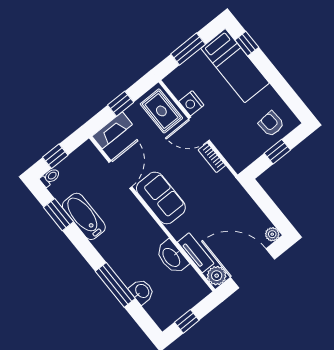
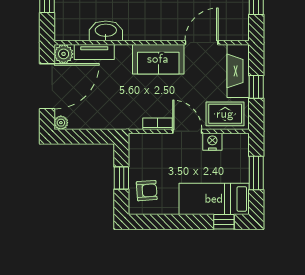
fireplace: (112, 130) -> (238, 71), width x1.37, depth x1.32
door: (199, 130) -> (187, 131), hinge flipped
door: (120, 174) -> (202, 43), swing flipped

